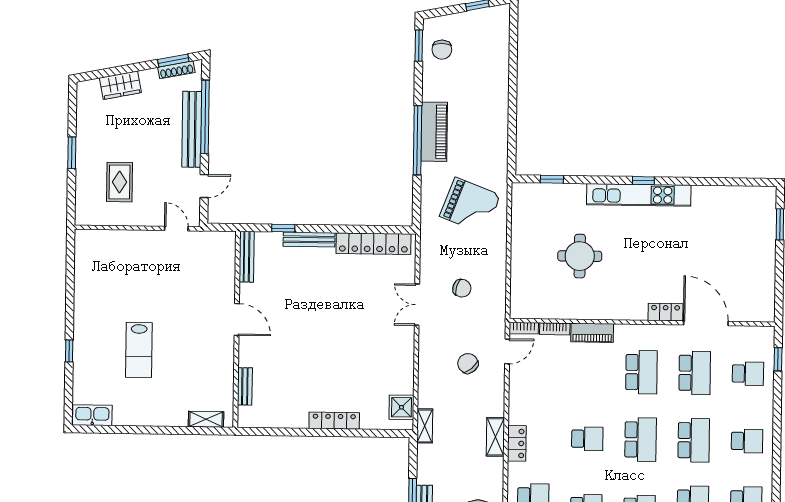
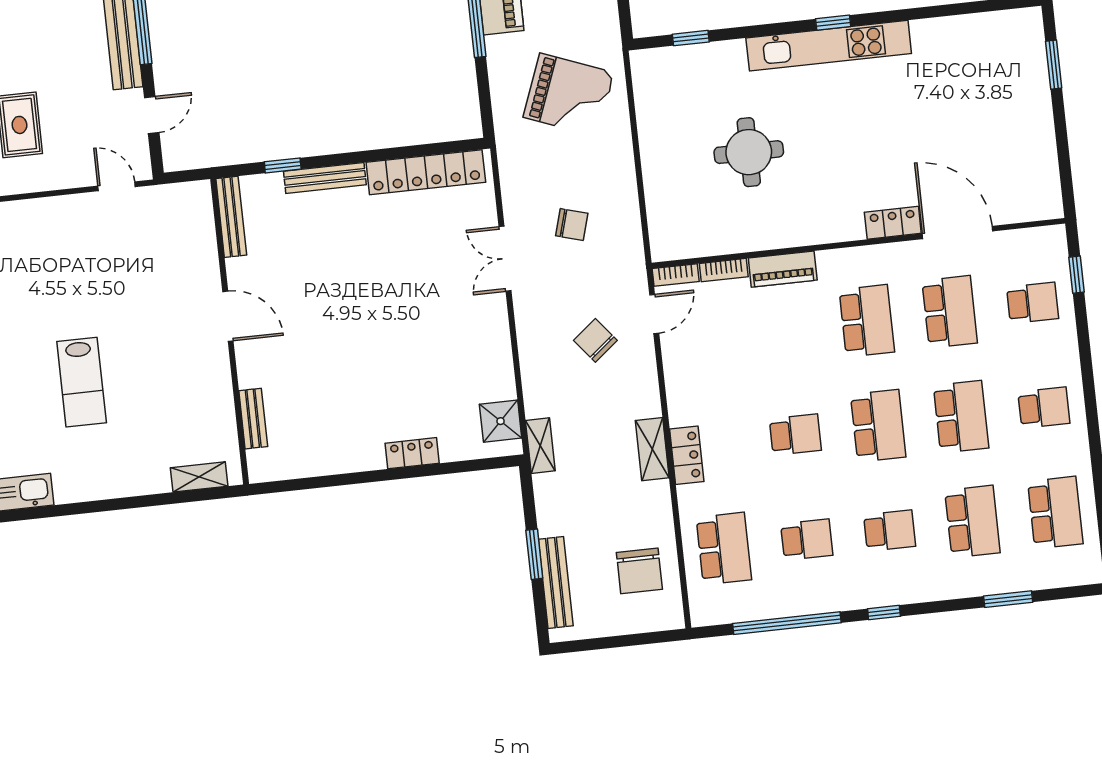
locker: (334, 421) -> (412, 453), width x0.66

